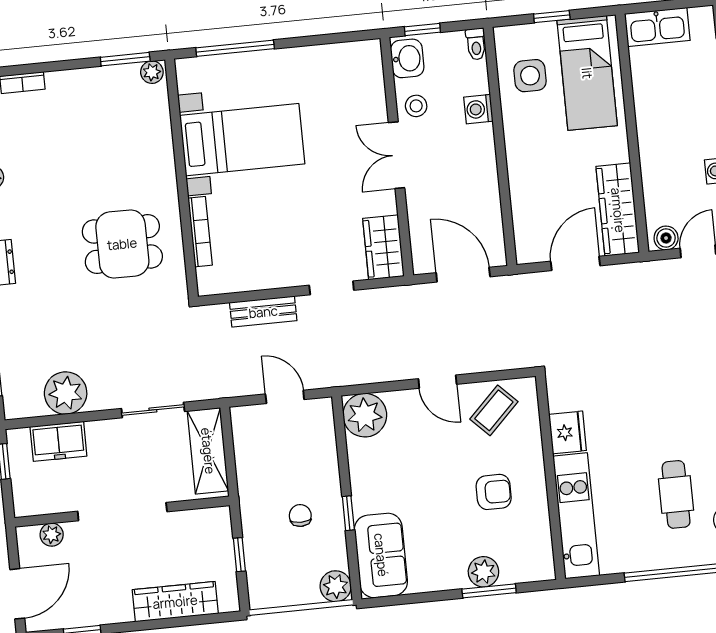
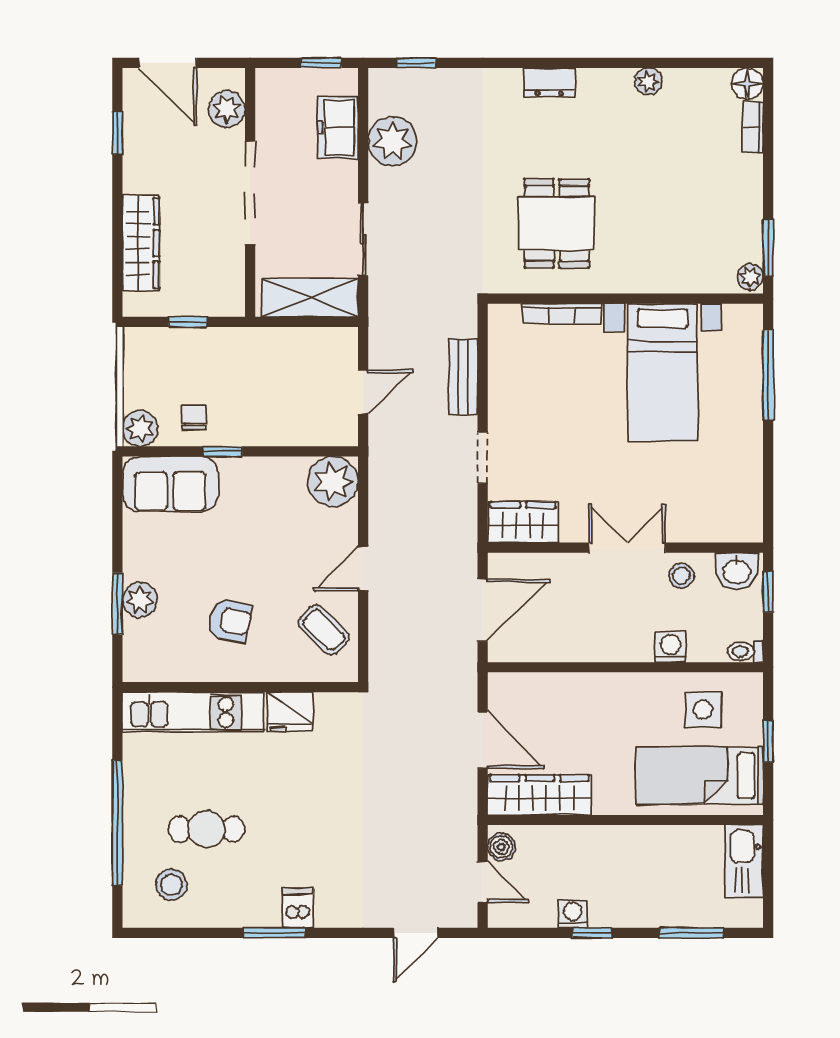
armchair: (494, 492) -> (230, 620), turned -78
chair: (300, 515) -> (194, 417), moved, turned -90
plant: (52, 535) -> (227, 109), width x1.38, depth x1.38

